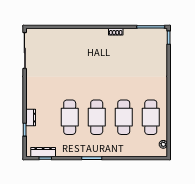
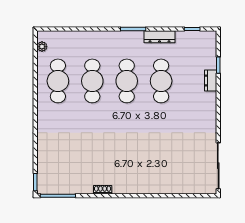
dresser: (43, 152) -> (160, 37), moved

